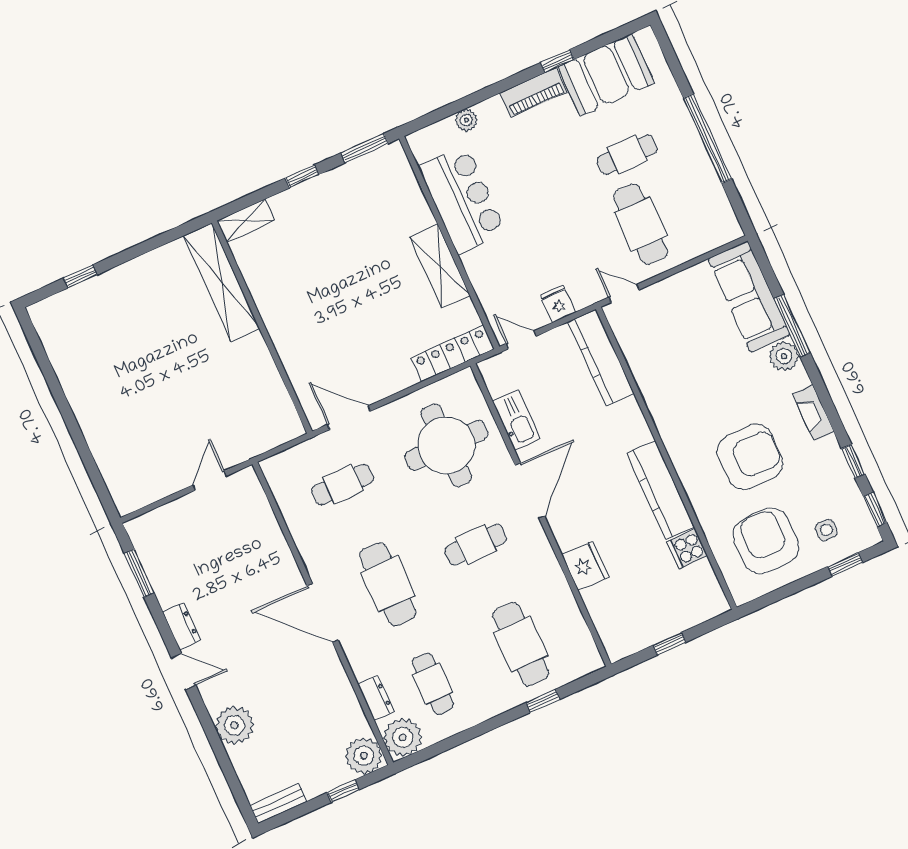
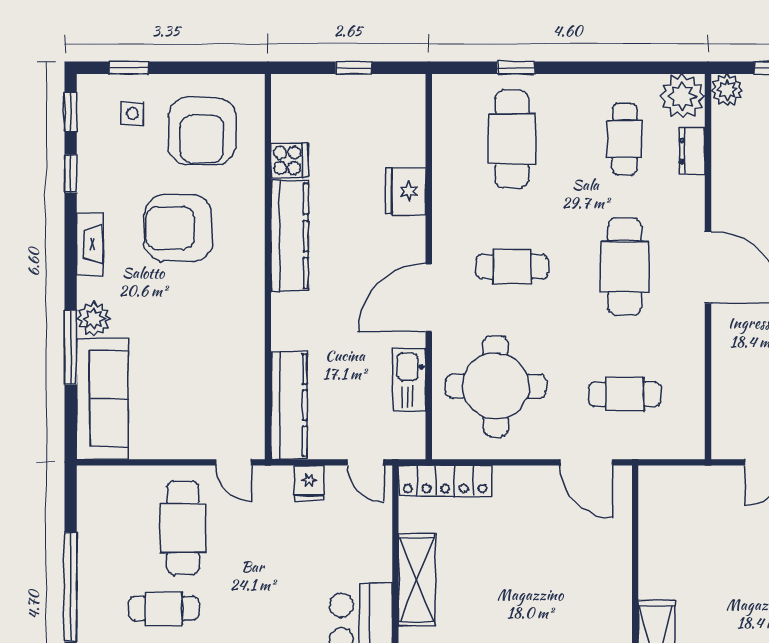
plant: (364, 756) -> (727, 90), width x0.73, depth x0.73

